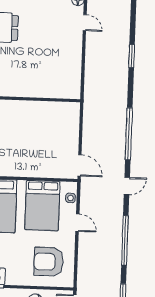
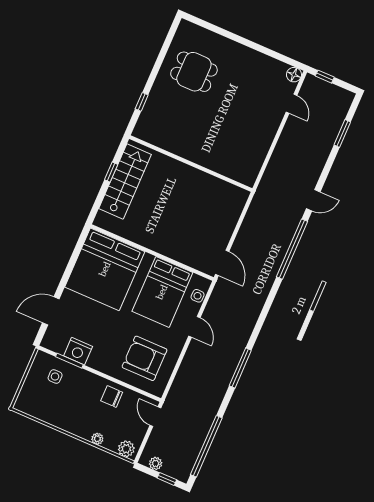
window: (132, 56) -> (342, 133), moved
door: (127, 186) -> (313, 200), moved
window: (125, 240) -> (240, 368), width x0.68

